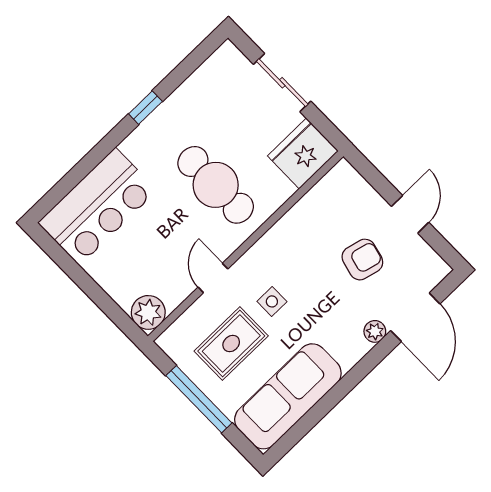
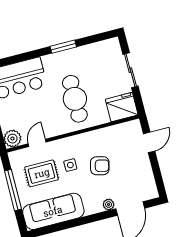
window: (145, 108) -> (63, 47), width x1.50
door: (410, 214) -> (149, 142), moved
armchair: (362, 260) -> (100, 166), moved
door: (213, 278) -> (37, 143), moved

